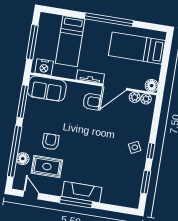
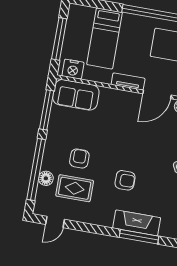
armchair: (92, 101) -> (125, 180), moved
fireplace: (82, 192) -> (137, 223), moved
door: (31, 195) -> (55, 222), swing flipped
window: (76, 202) -> (139, 237), moved

